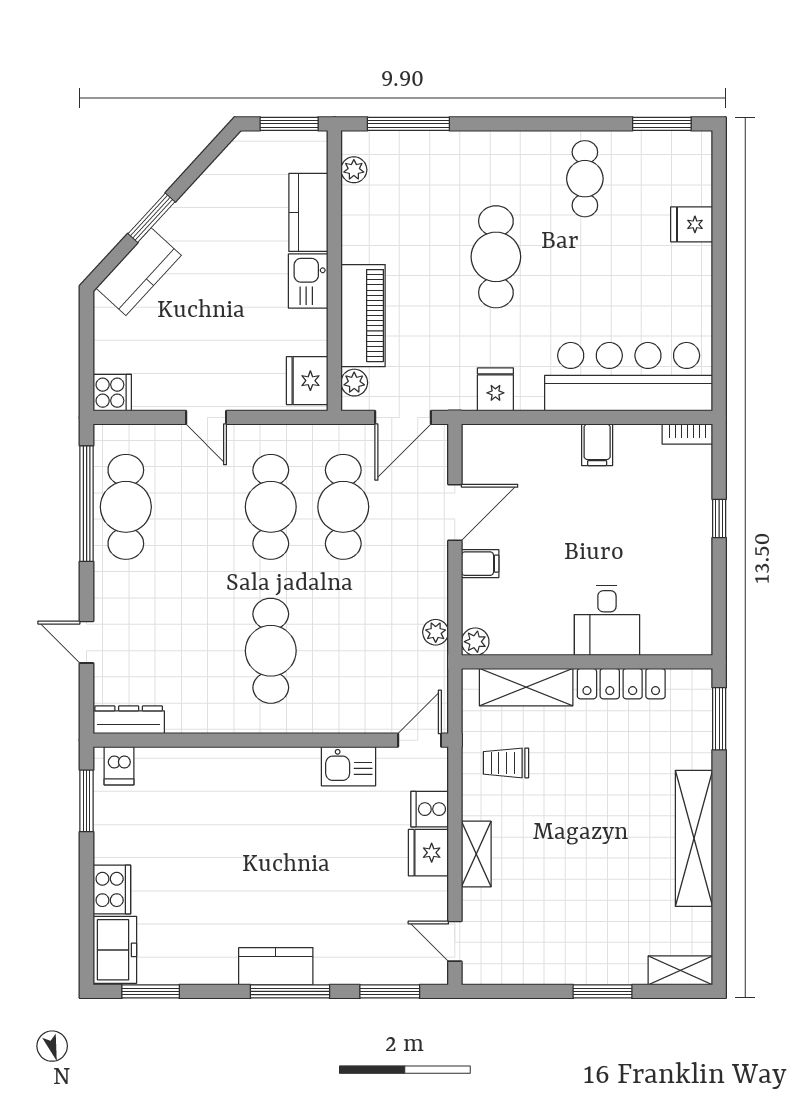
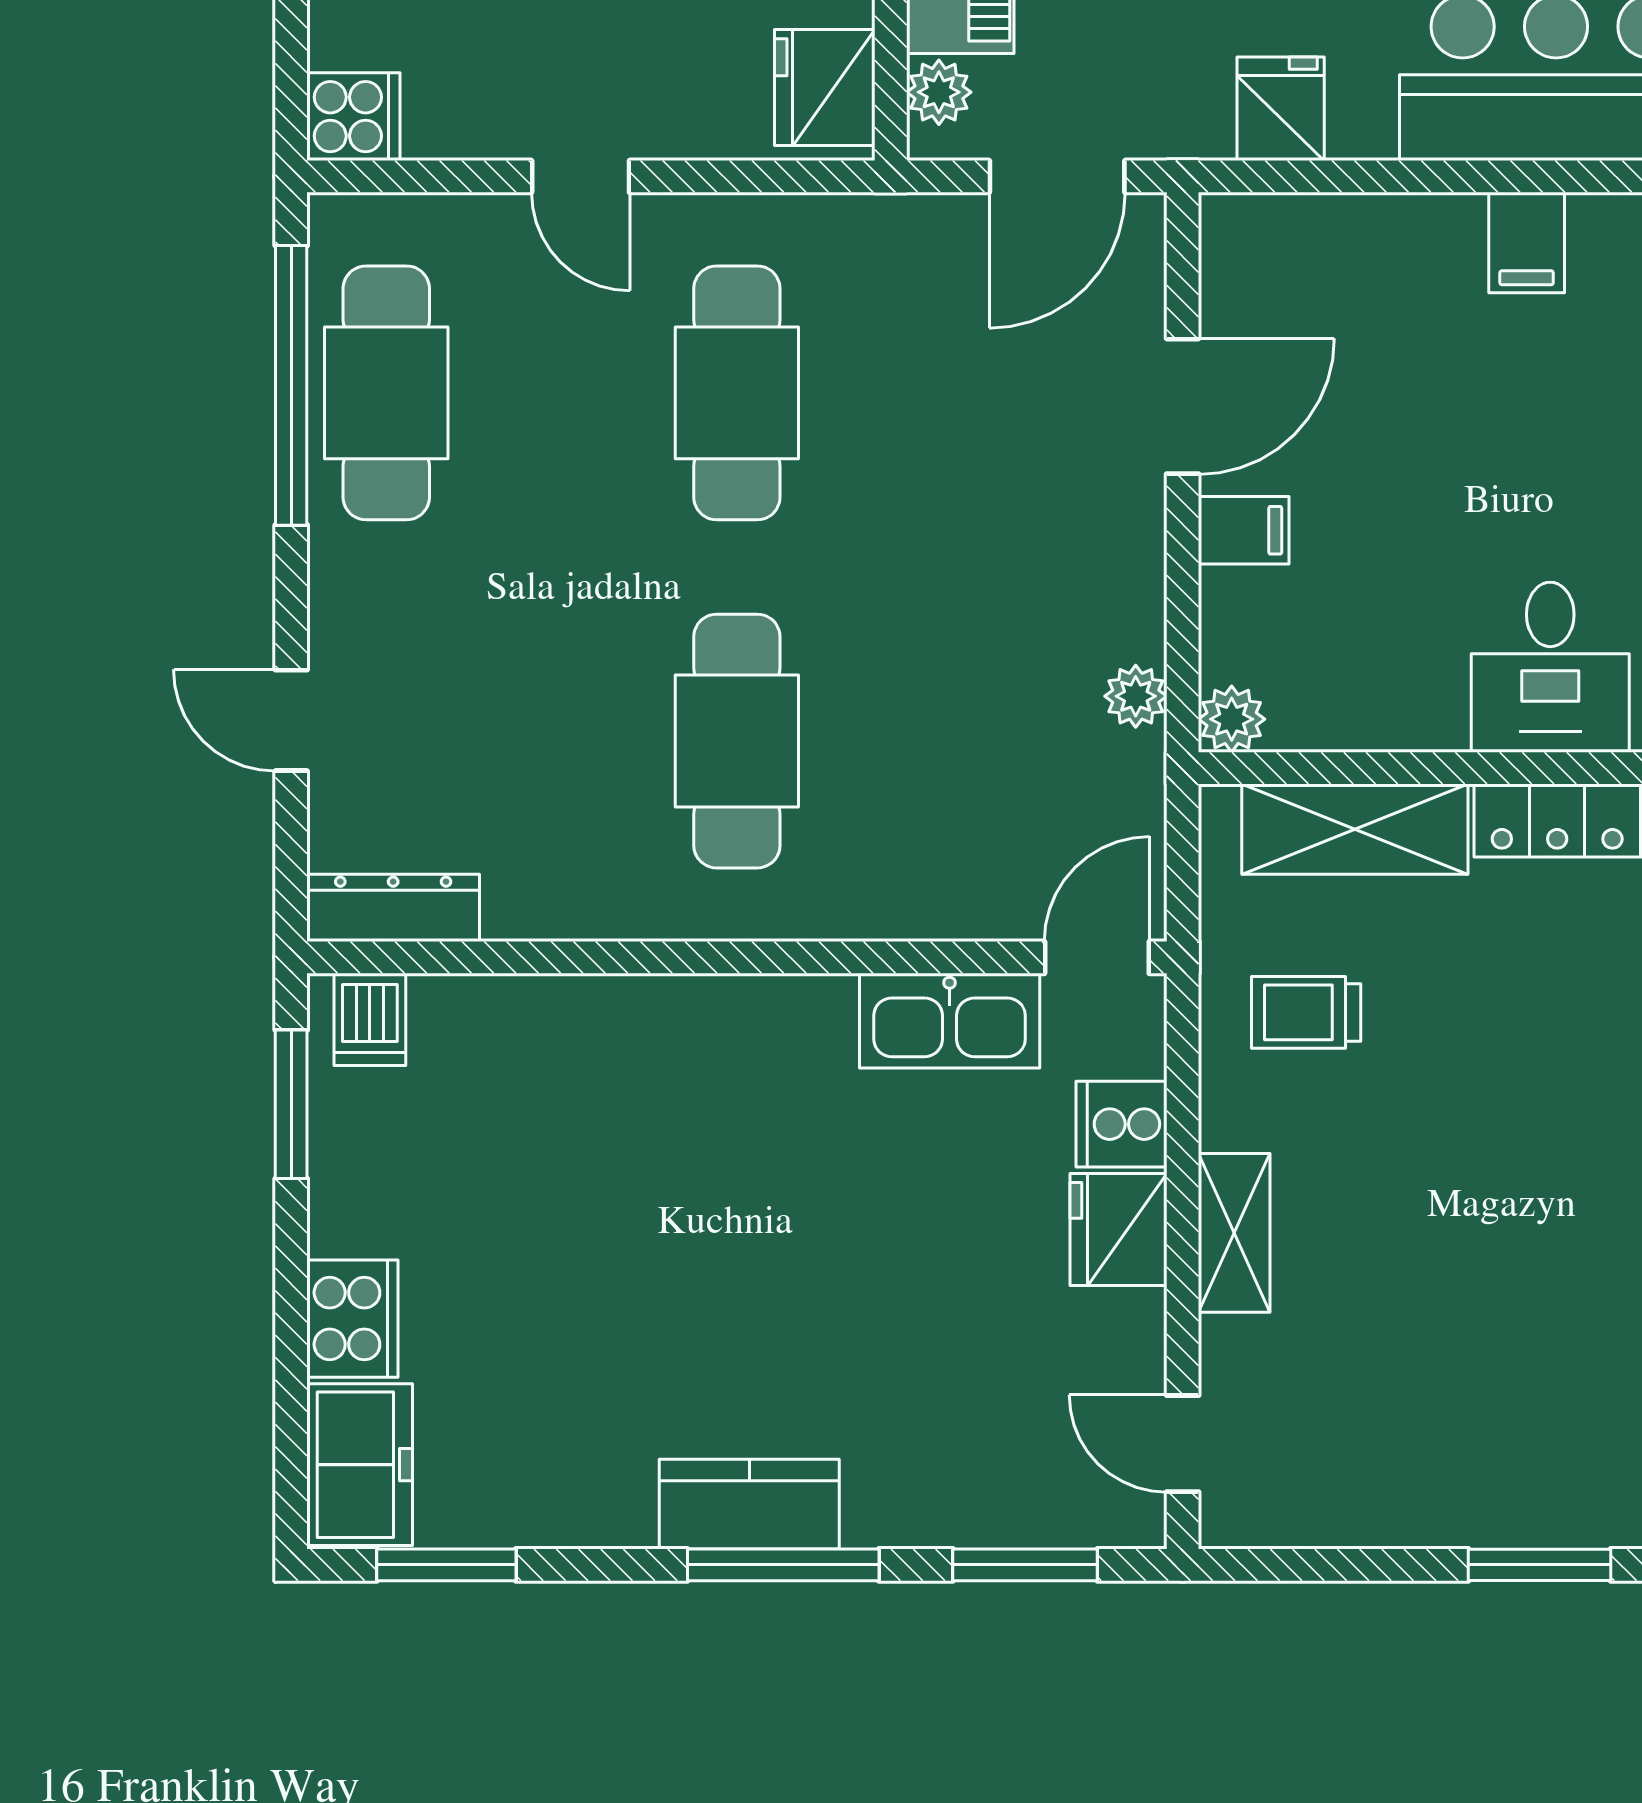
cafe table: (343, 507) -> (912, 393), removed
kitchen sink: (348, 766) -> (950, 1021), width x1.38

